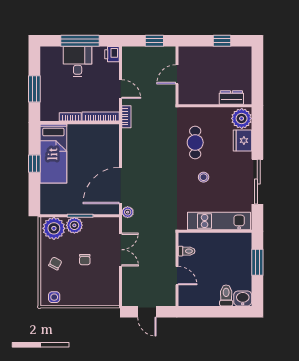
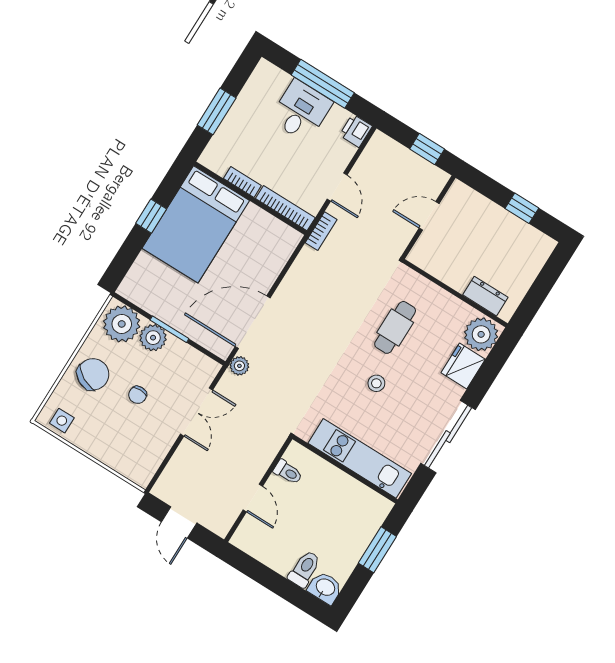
bed: (53, 154) -> (196, 224), width x1.50
chair: (55, 263) -> (93, 374), width x1.87, depth x1.87

